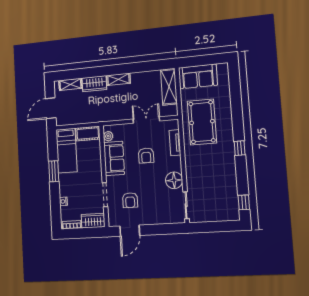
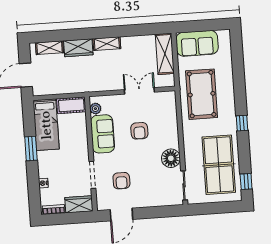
tv unit: (175, 143) -> (172, 117), removed
table tennis table: (218, 186) -> (219, 165), added

